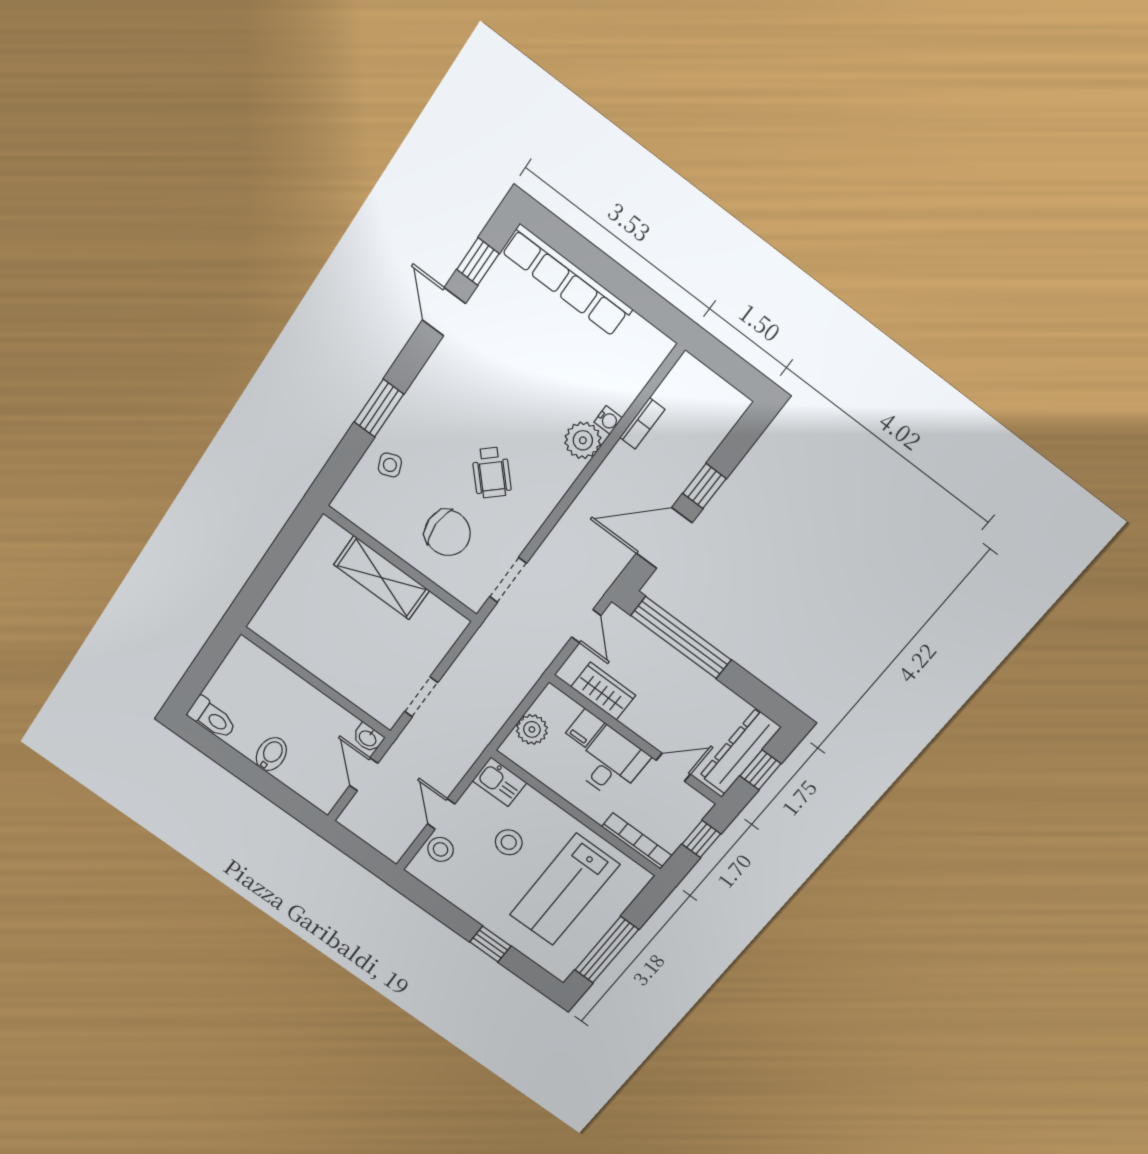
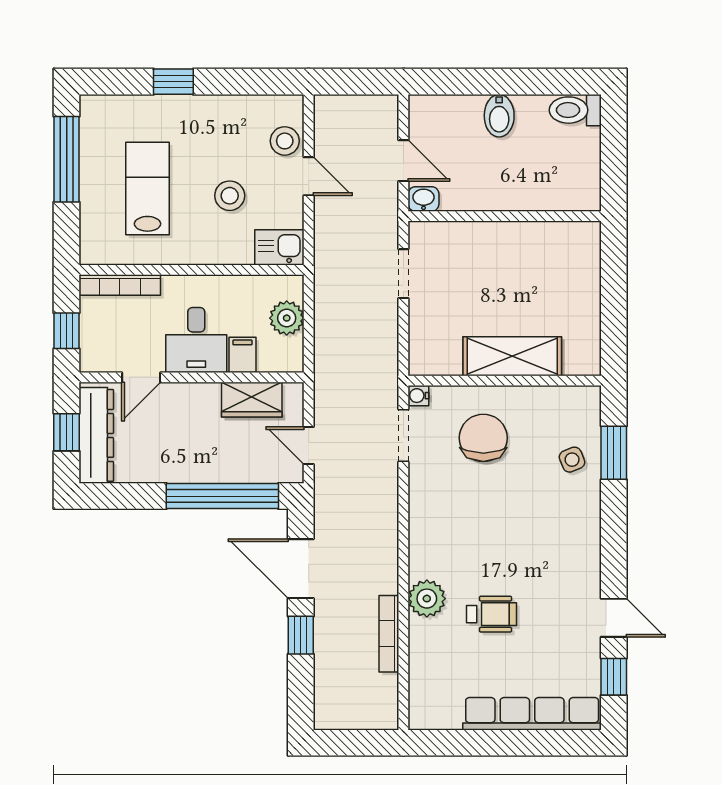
window: (379, 408) -> (614, 453), moved
water cooler: (608, 420) -> (418, 396), moved
bookcase: (642, 423) -> (389, 634), width x1.56
wheelchair: (492, 473) -> (491, 614), moved, turned 133
chair: (448, 533) -> (483, 438), turned 90
door: (664, 538) -> (301, 569), swing flipped
lab bench: (564, 890) -> (148, 189), width x0.73, depth x0.72

